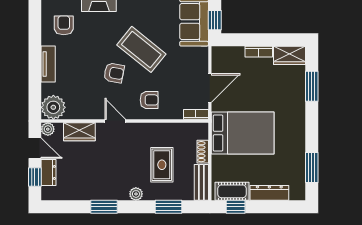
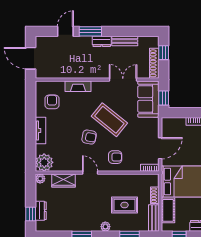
door: (35, 148) -> (31, 193), removed
rug: (162, 165) -> (125, 205), turned 90
cot: (232, 191) -> (168, 210), moved, turned 90

